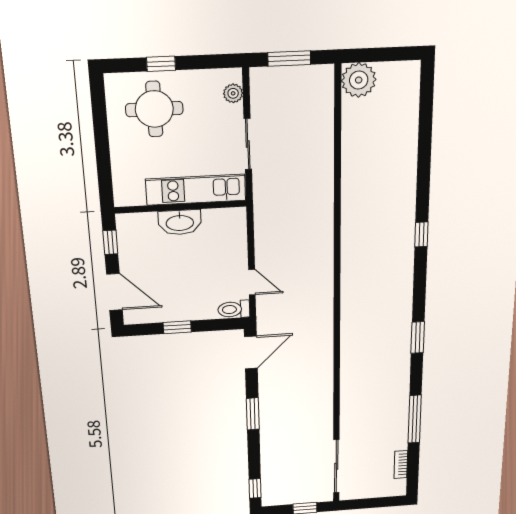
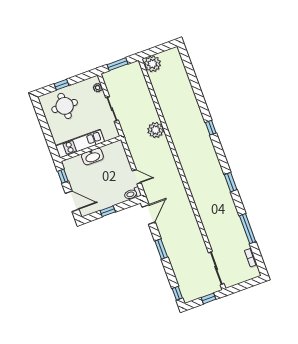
kitchen unit: (196, 190) -> (80, 144), moved
plant: (318, 209) -> (156, 130), added

